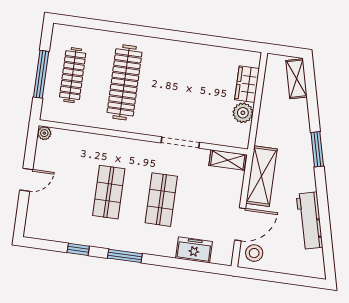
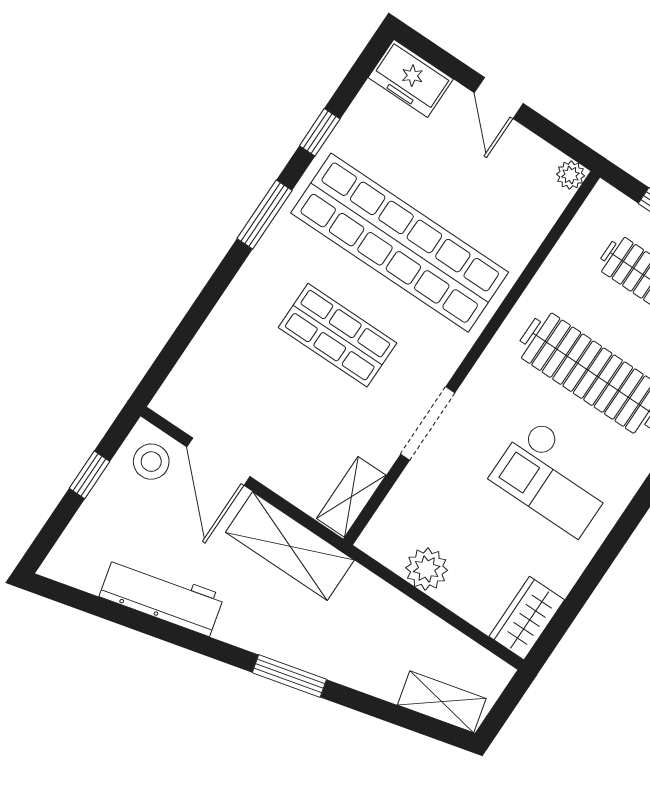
checkout: (177, 77) -> (554, 477), added
wardrobe: (247, 84) -> (527, 618), moved, turned -90
shop shelf: (109, 192) -> (400, 243), width x2.00, depth x1.36
freezer: (194, 250) -> (411, 78), moved, turned 90
window: (273, 277) -> (90, 475), added

